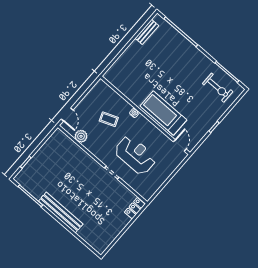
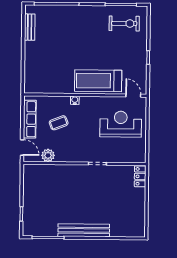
row of seats: (90, 99) -> (30, 119), added
reception desk: (135, 155) -> (121, 124), moved

